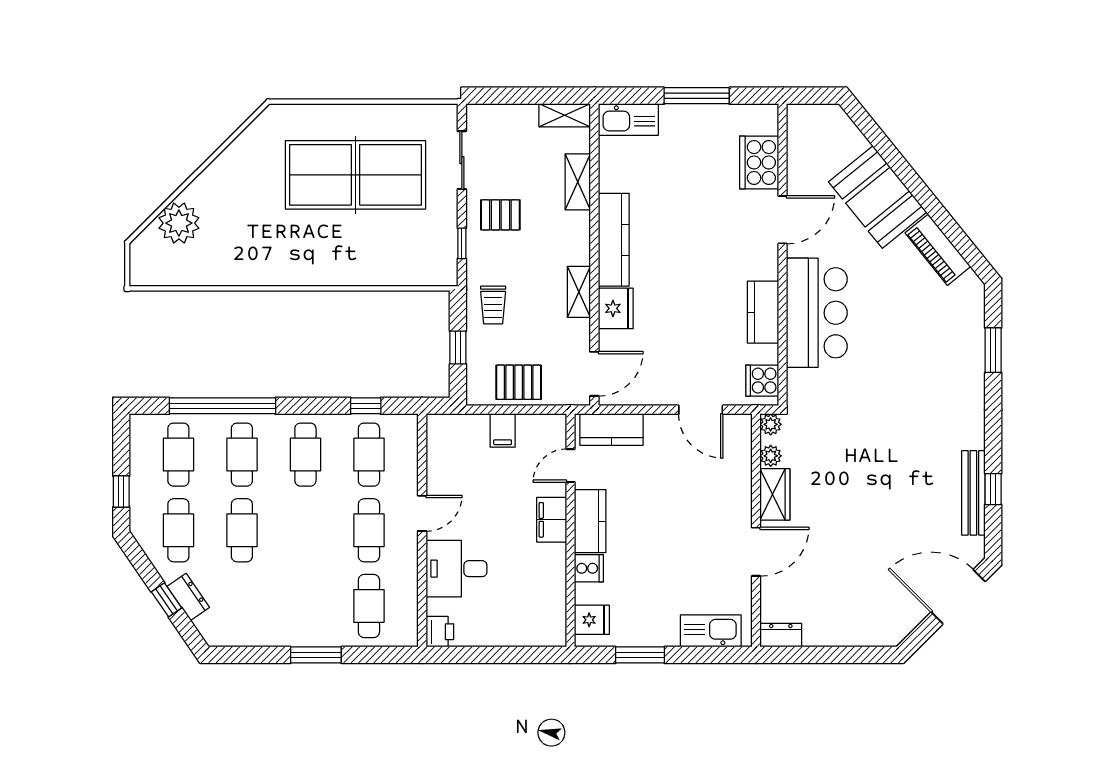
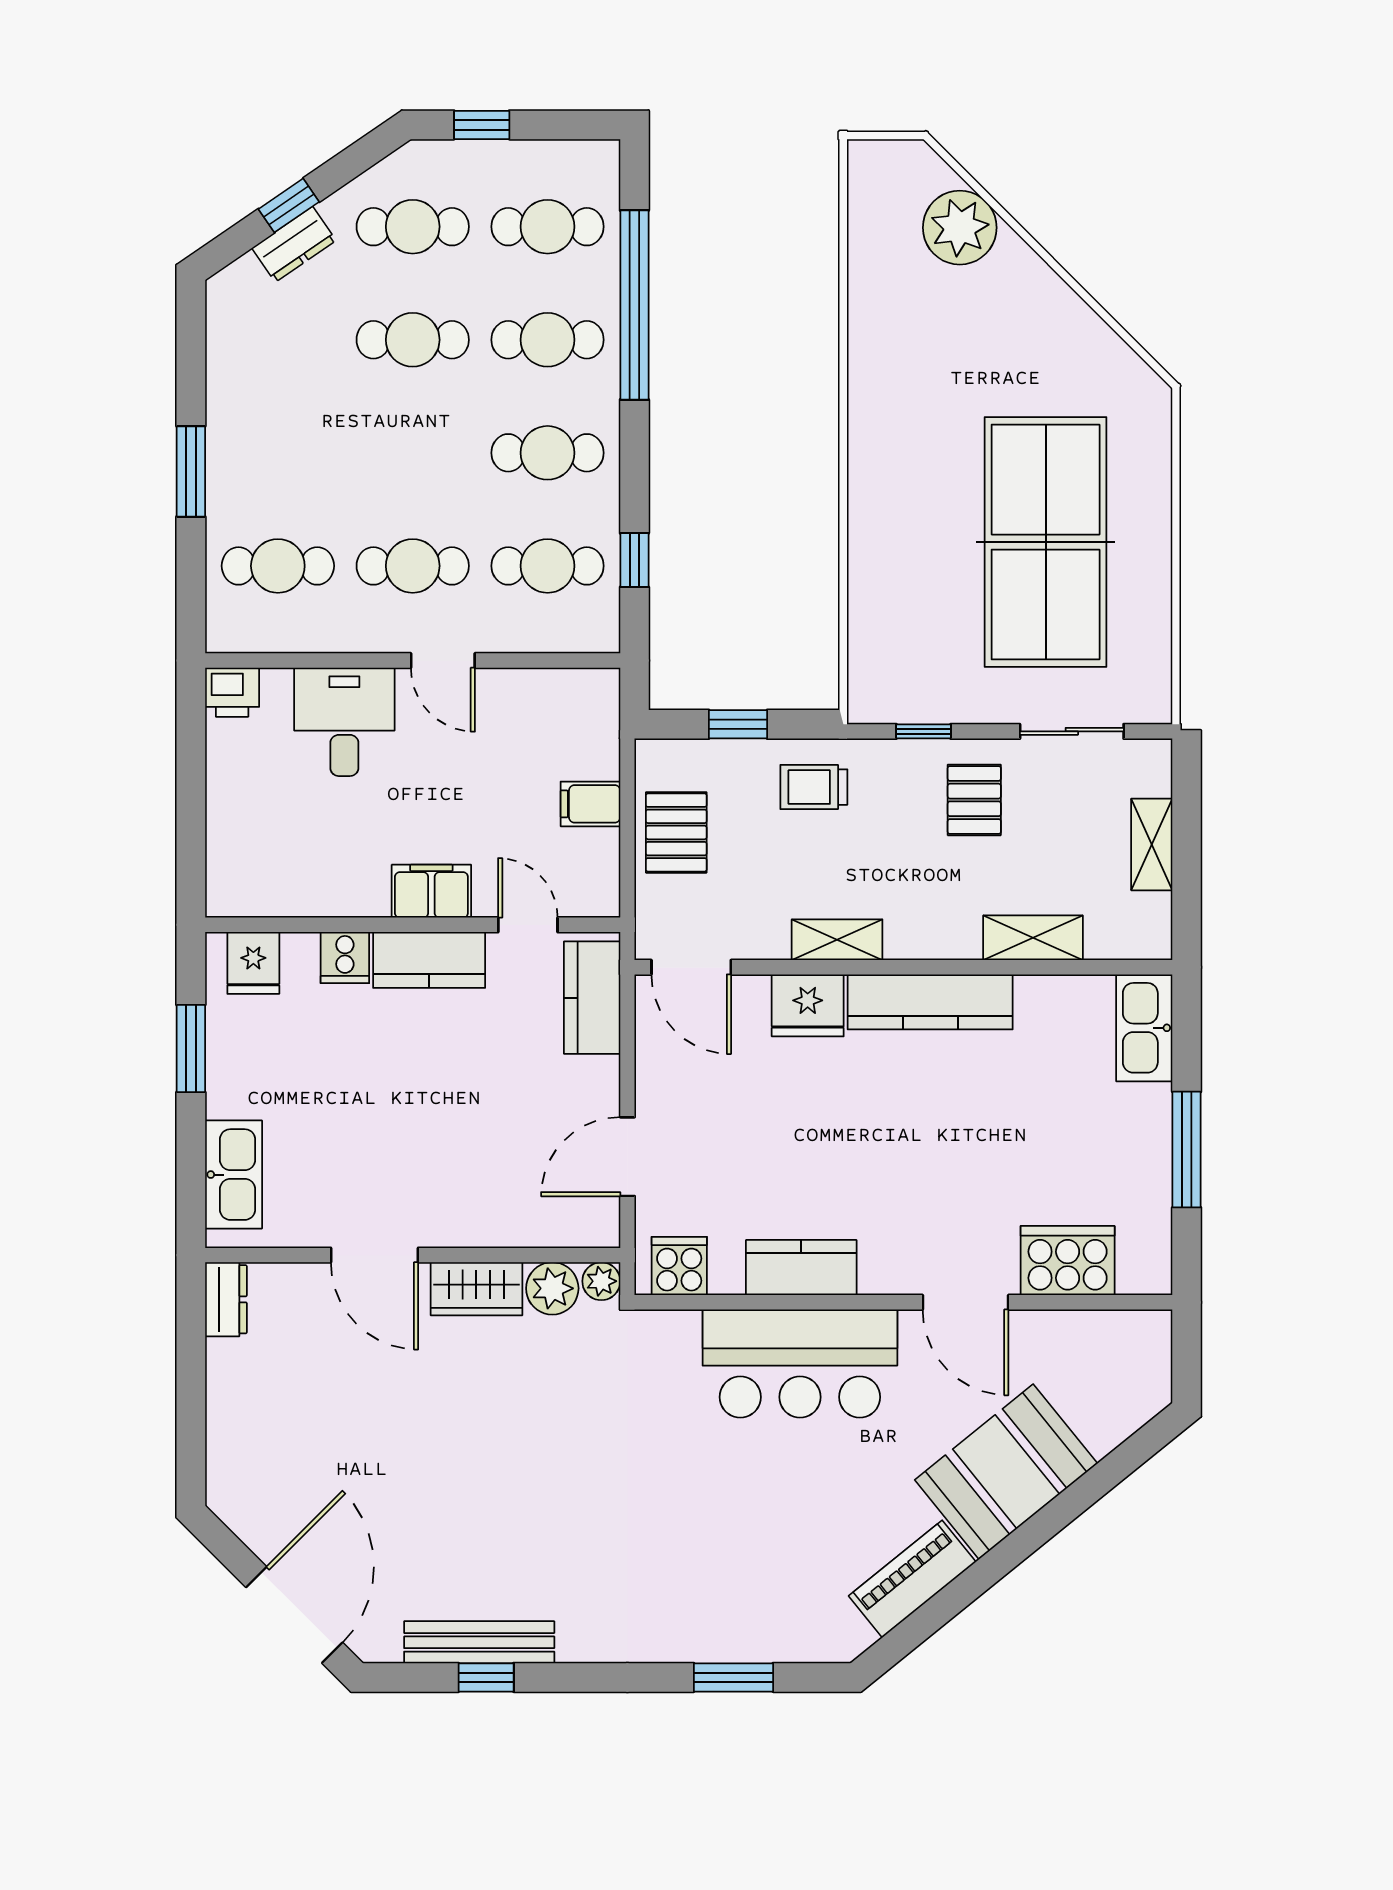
shelving: (565, 115) -> (1152, 844), moved
plant: (771, 456) -> (552, 1288), width x1.38, depth x1.38

